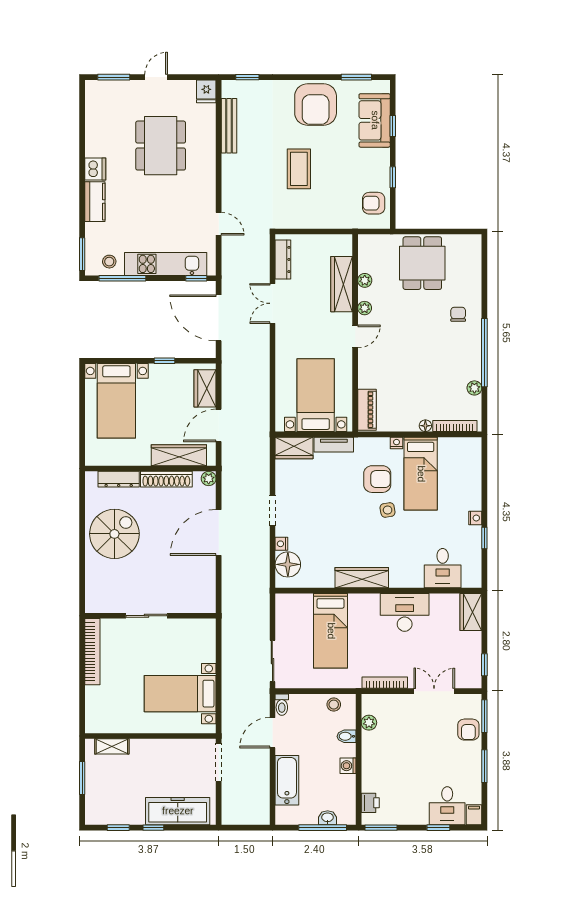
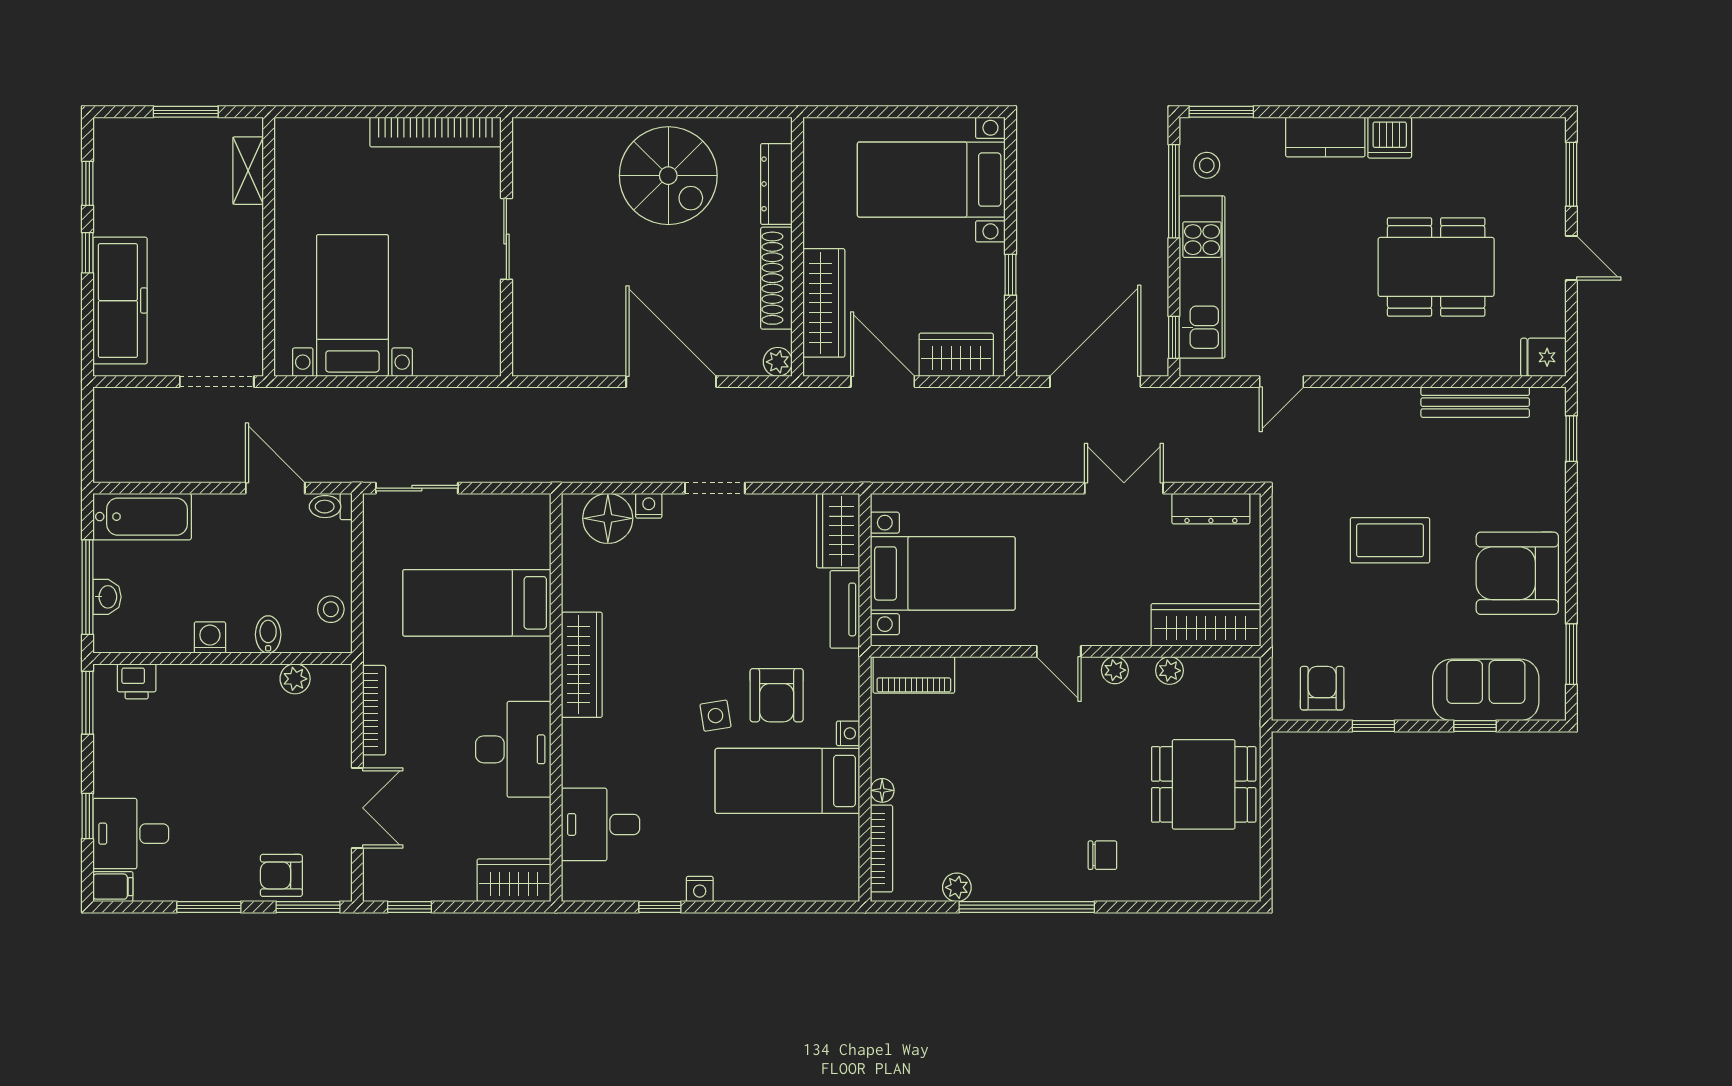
wardrobe: (342, 284) -> (1206, 625), moved
bathtub: (287, 780) -> (142, 517), moved

